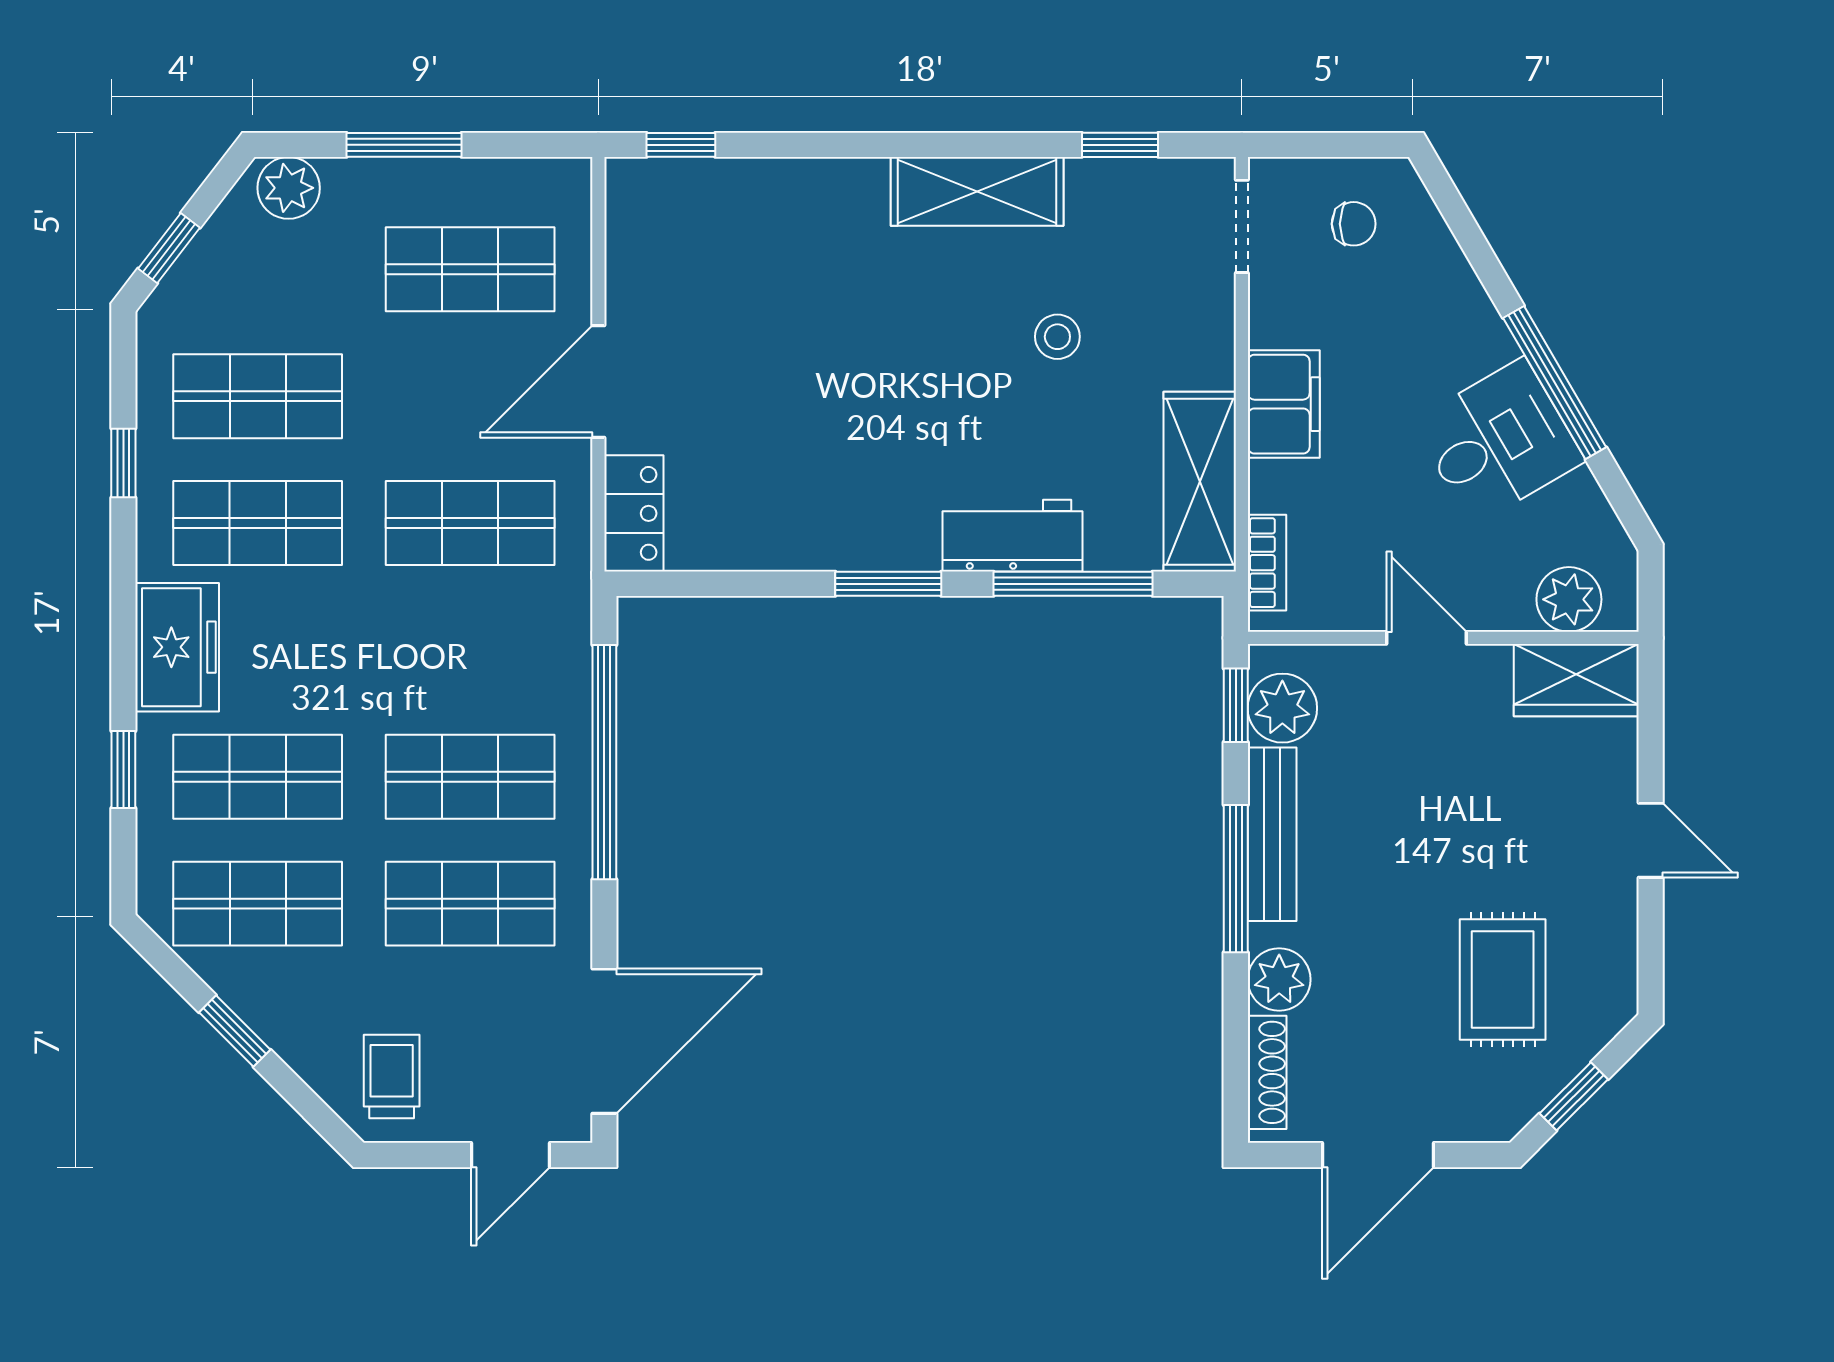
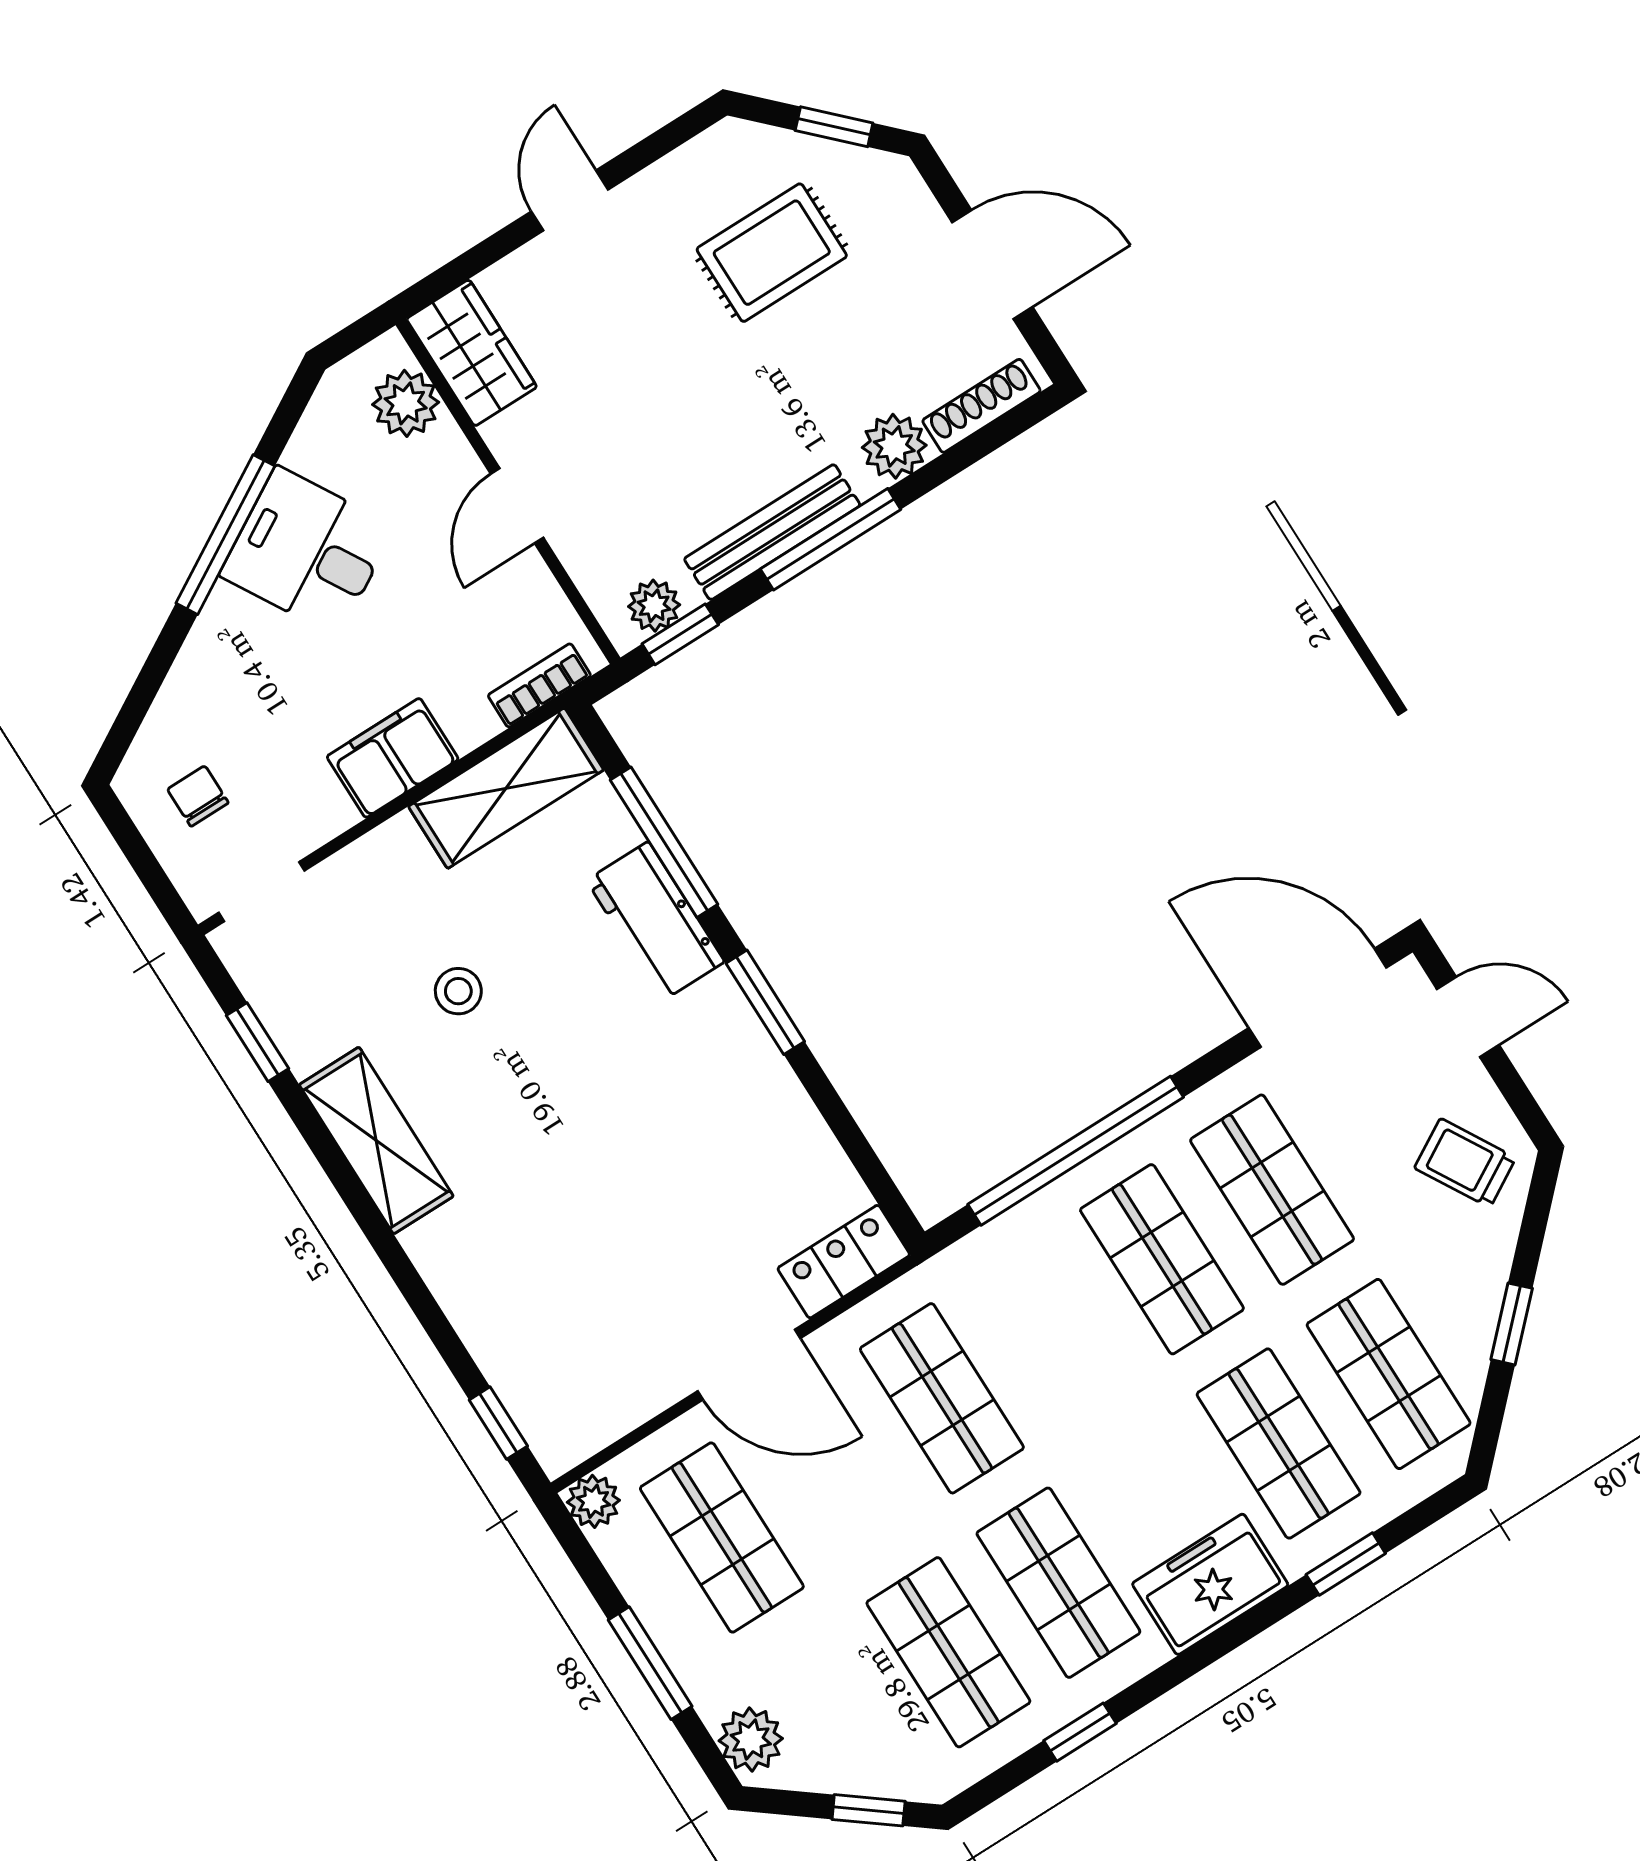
plant: (567, 182) -> (593, 1501), added
plant: (1282, 708) -> (654, 606), width x0.73, depth x0.73
trolley: (392, 1077) -> (1465, 1163), turned 60

